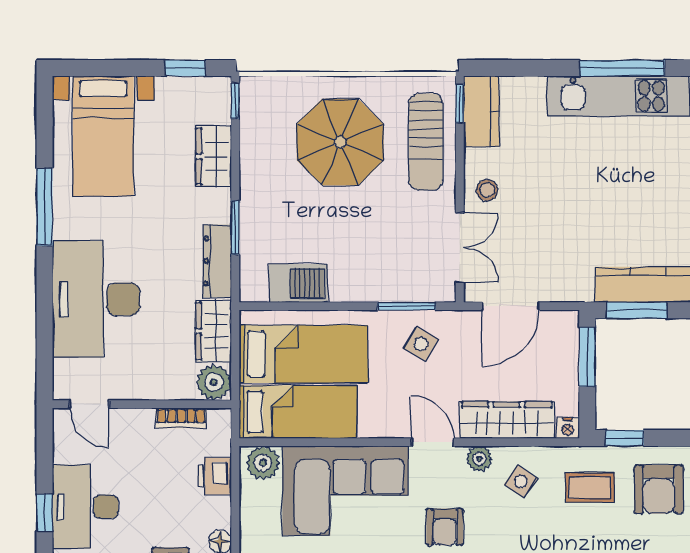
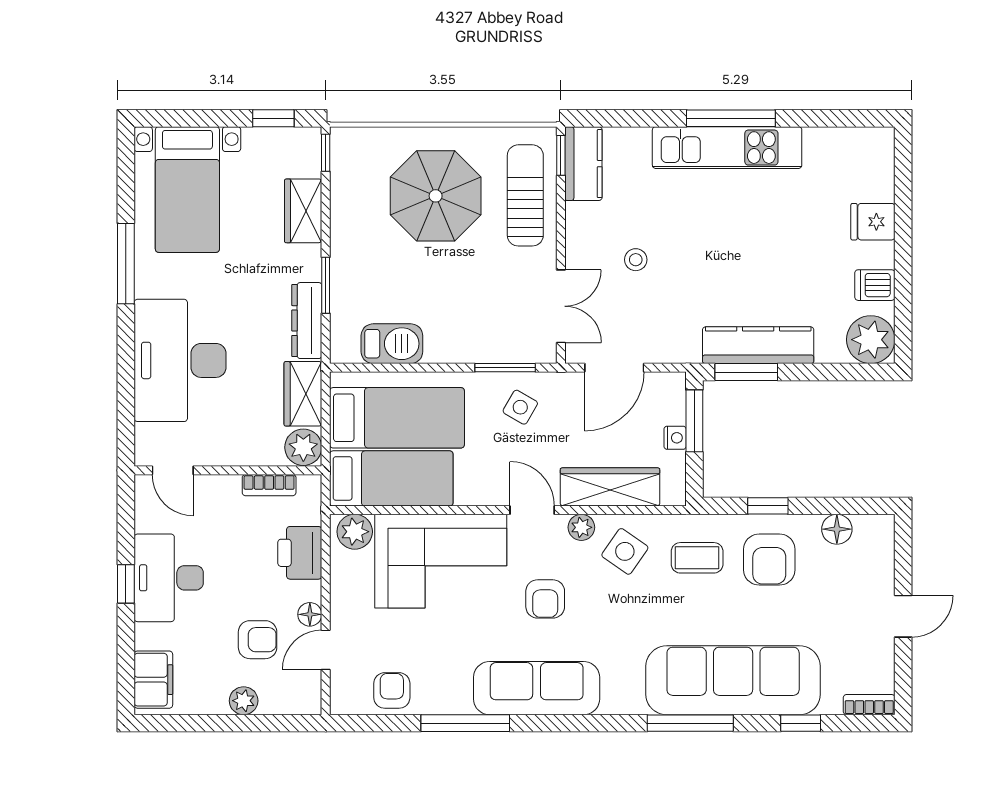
sun lounger: (426, 142) -> (525, 195), turned 180
stool: (487, 190) -> (636, 260), moved
nightstand: (568, 428) -> (675, 438), moved, turned -90
window: (625, 438) -> (768, 506), moved
printer: (215, 476) -> (300, 553), width x1.36, depth x1.24
side table: (521, 482) -> (625, 551), width x1.37, depth x1.37

